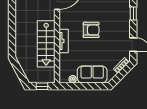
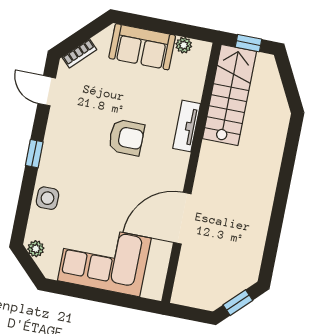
armchair: (91, 30) -> (126, 137), turned 180
stairs: (46, 44) -> (230, 95), moved

